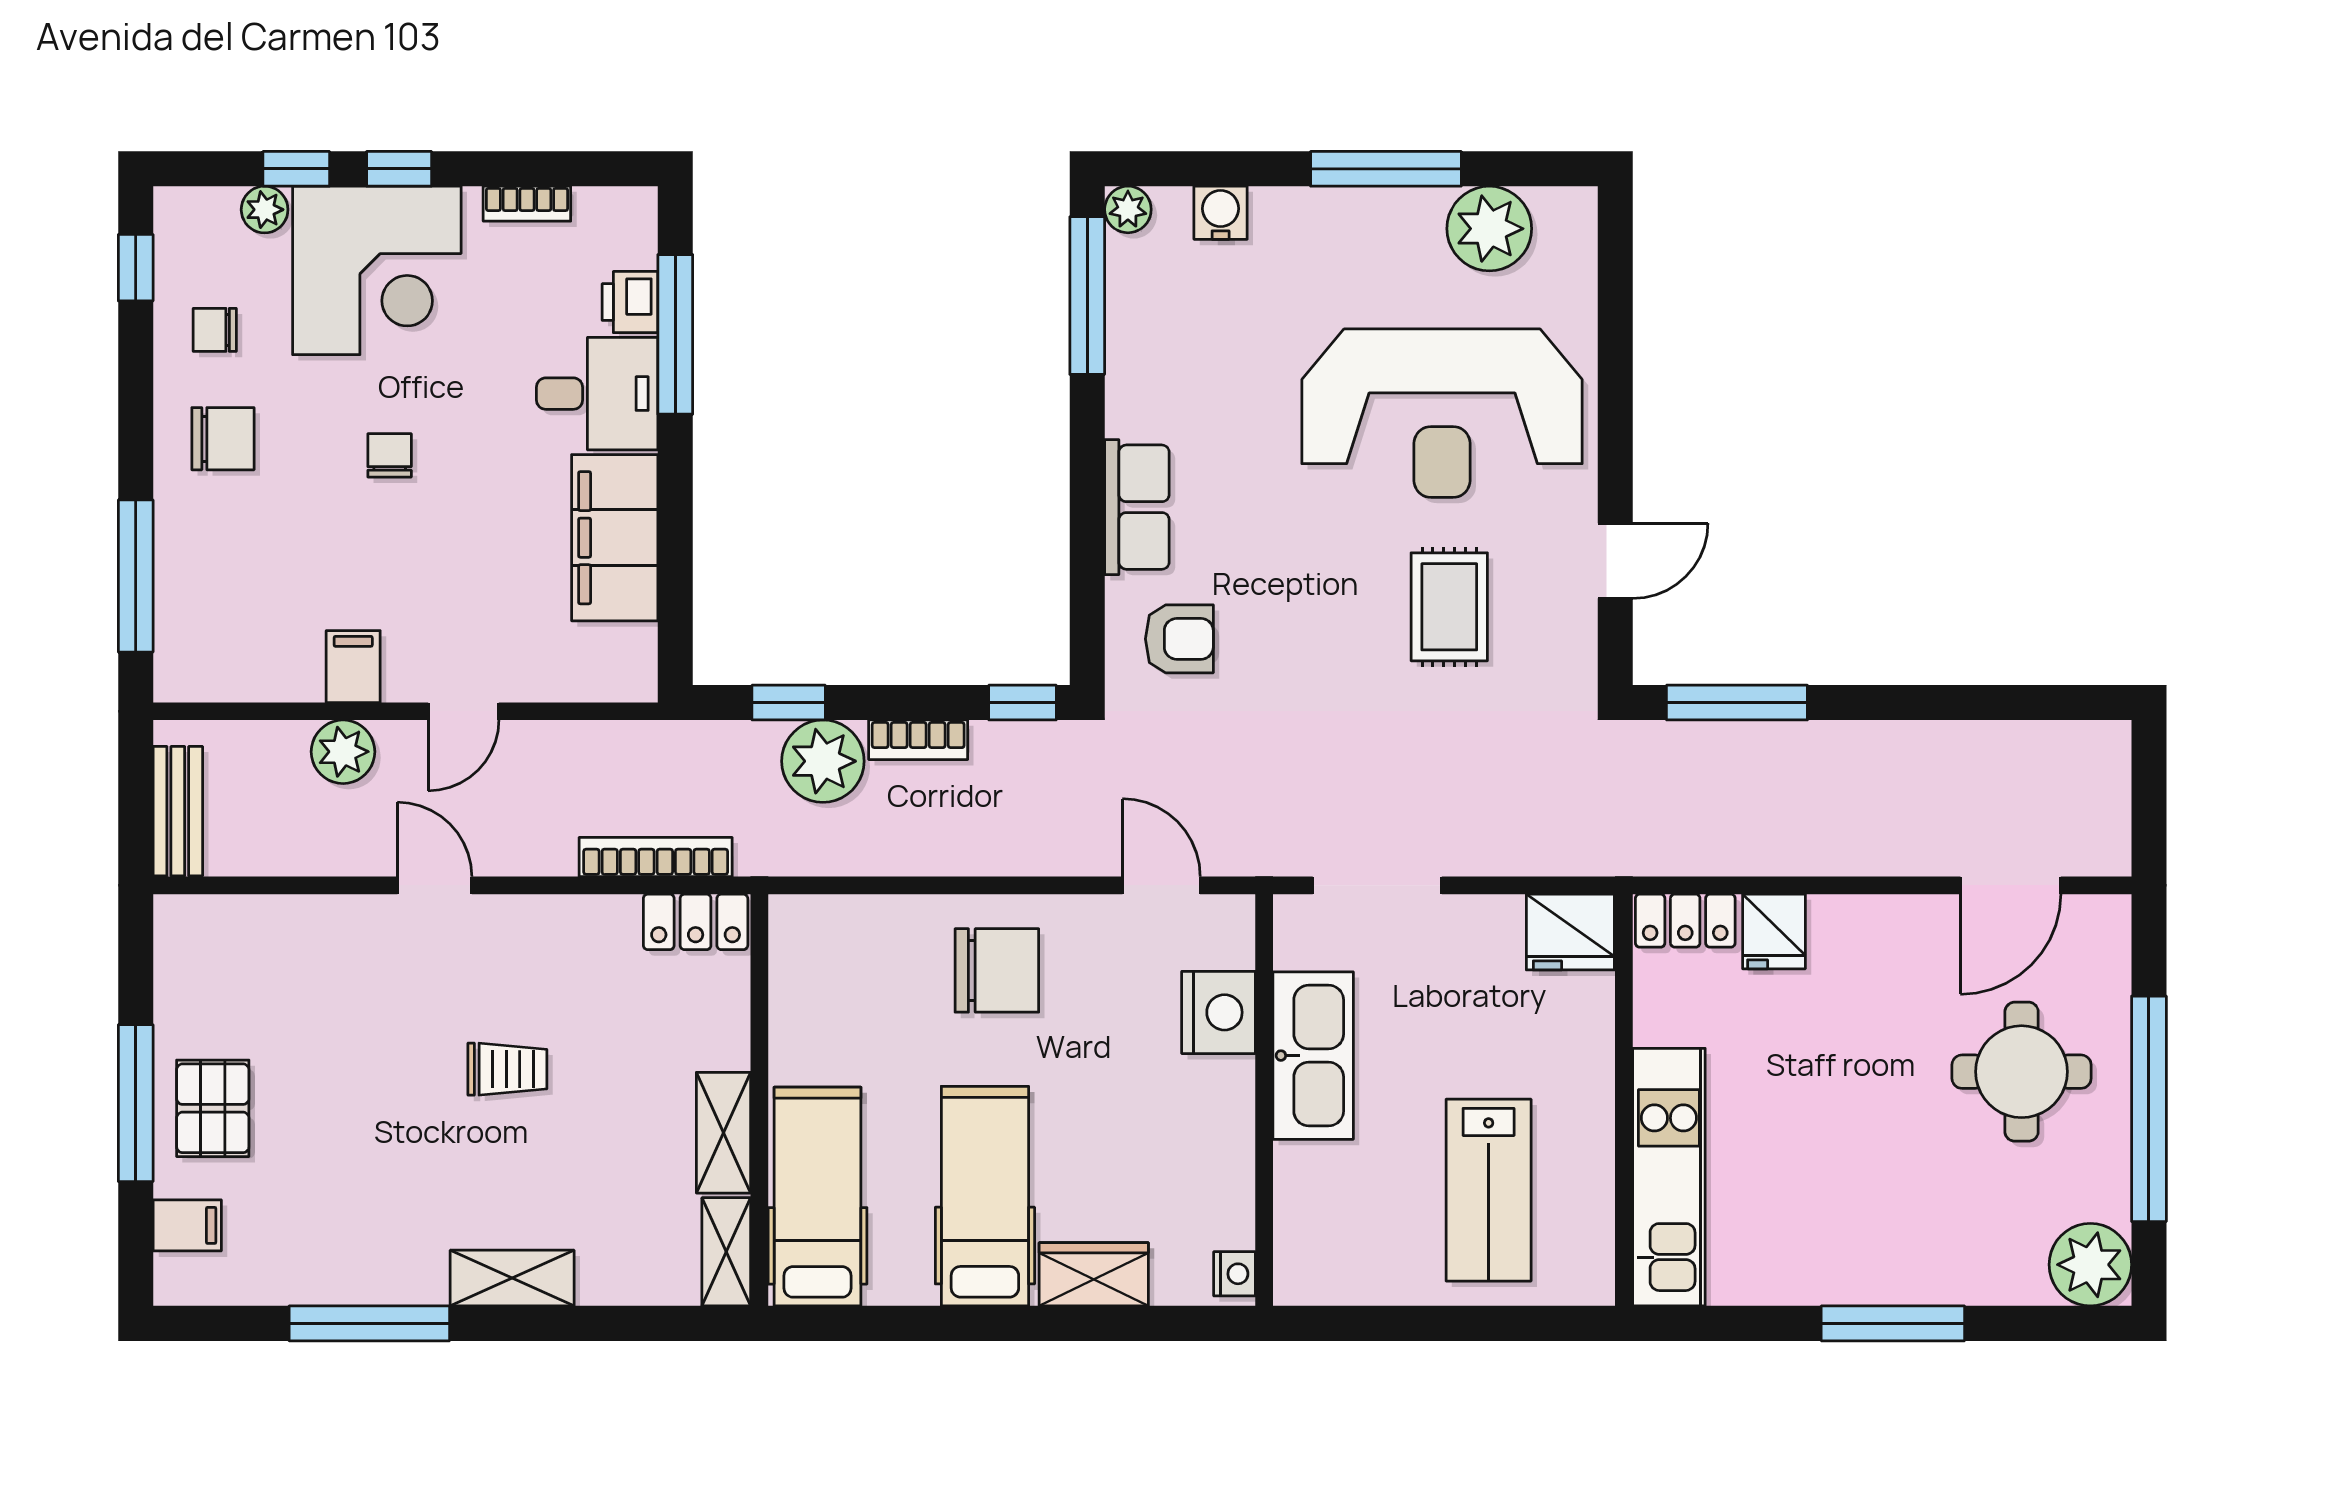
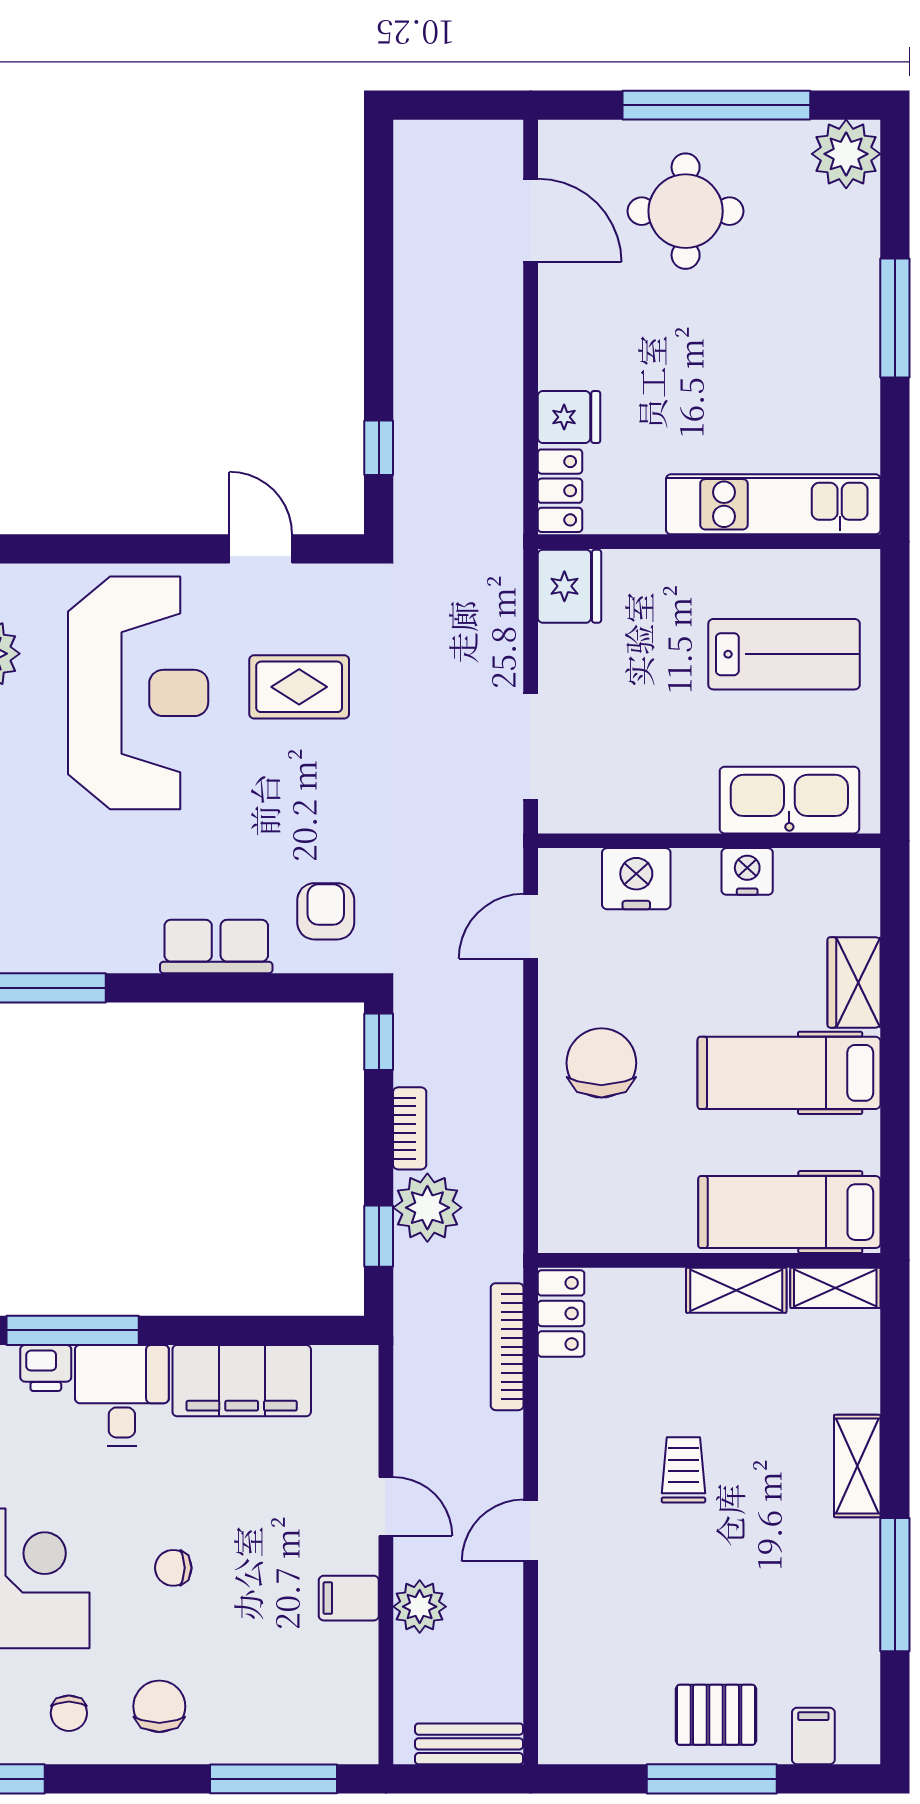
window: (1737, 703) -> (379, 448), width x0.46
kitchen sink: (1313, 1056) -> (789, 800), moved
nightstand: (1235, 1274) -> (747, 871), moved, width x1.39, depth x1.35

